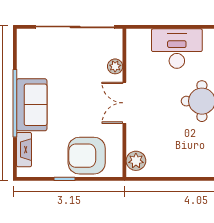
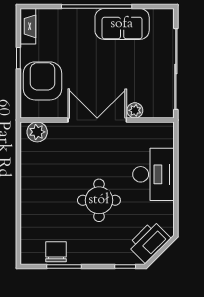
double door: (124, 103) -> (97, 120), width x1.37
sofa: (32, 105) -> (122, 24), moved
fireplace: (24, 150) -> (28, 26), moved, turned -90

